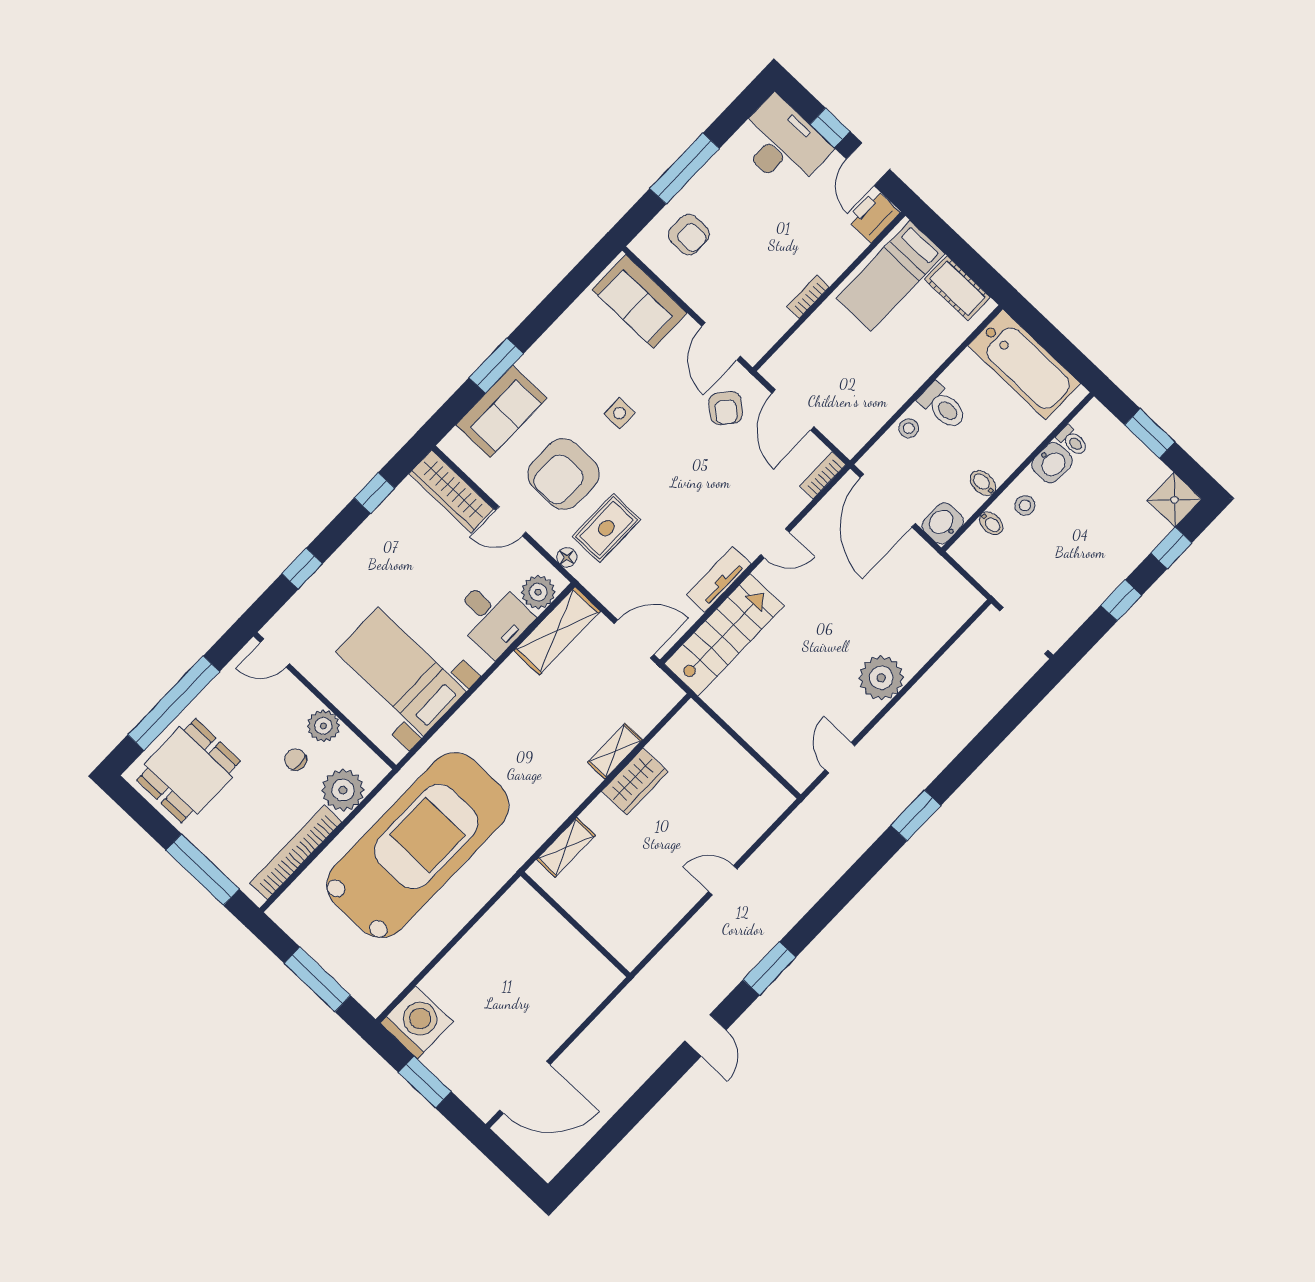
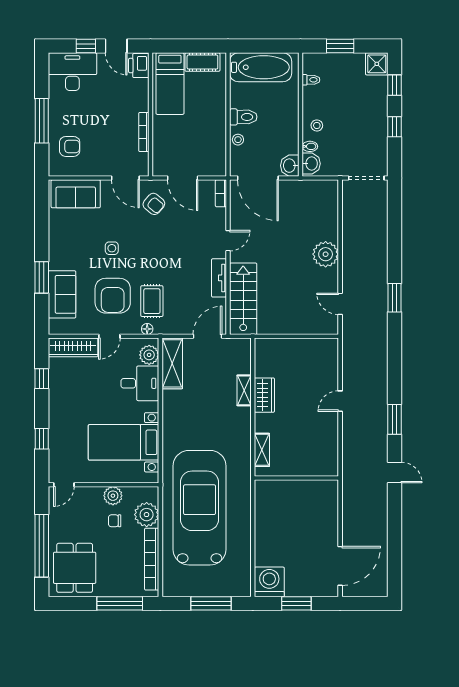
bookcase: (808, 297) -> (144, 132), width x1.56
washbasin: (1052, 463) -> (311, 164), moved
bidet: (983, 483) -> (291, 133), removed

